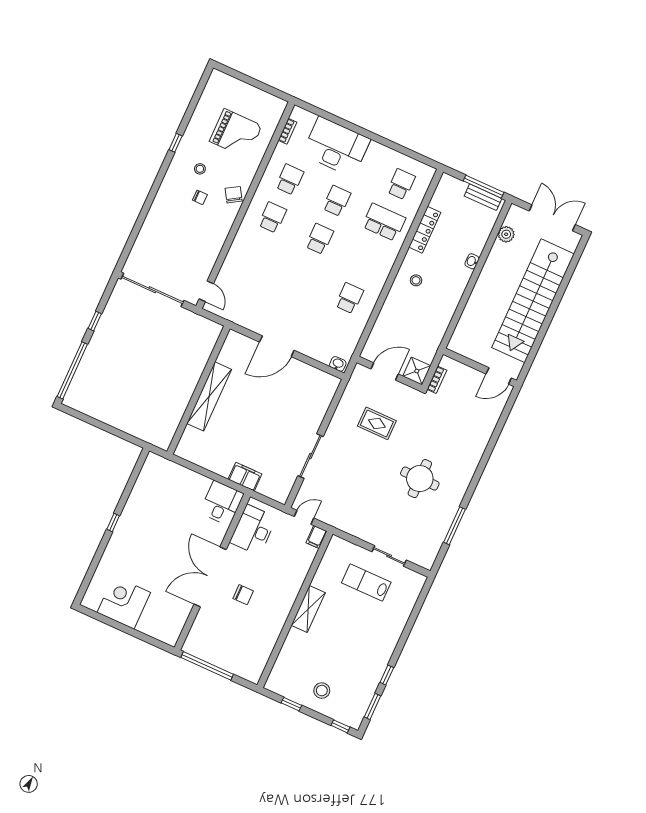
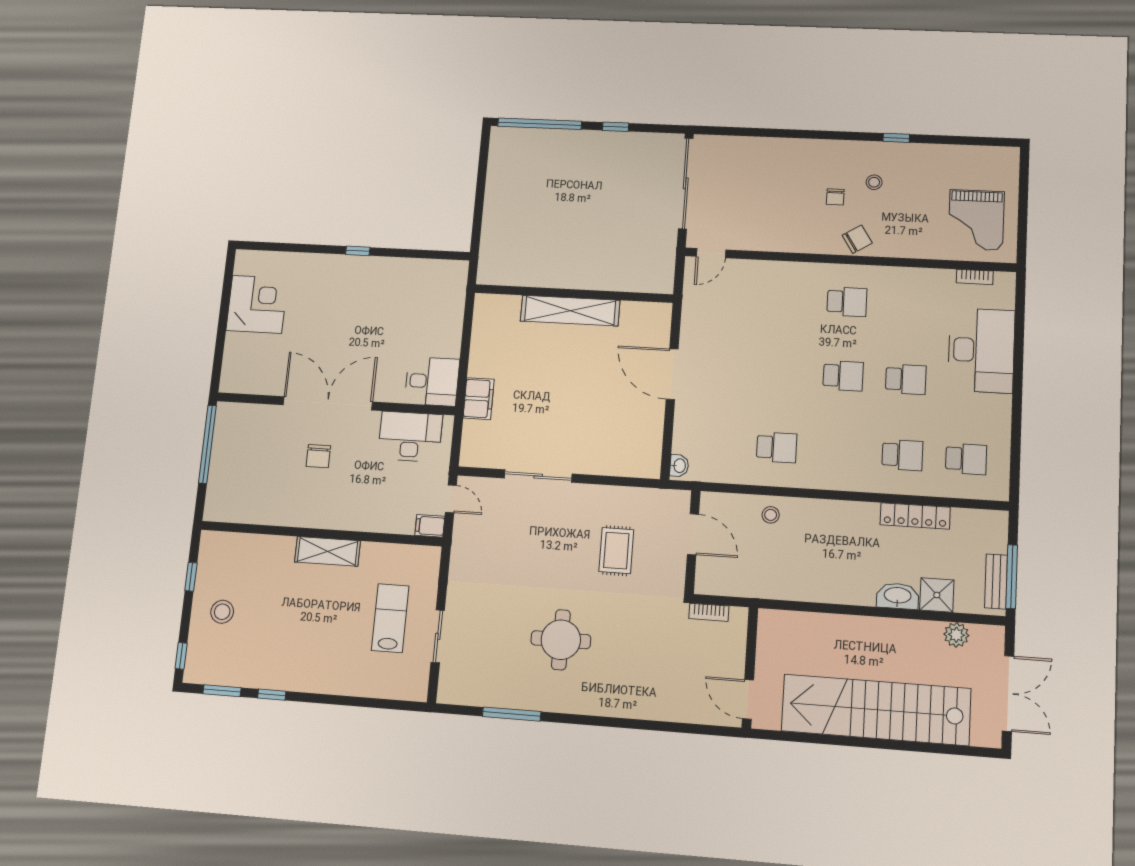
grand piano: (236, 134) -> (976, 220), moved
school desk: (290, 180) -> (909, 305), removed
school desk: (384, 222) -> (902, 455), width x0.54
washbasin: (472, 261) -> (898, 596), width x1.91, depth x1.45
stool: (416, 280) -> (771, 515), moved
shower: (417, 371) -> (937, 595), moved

